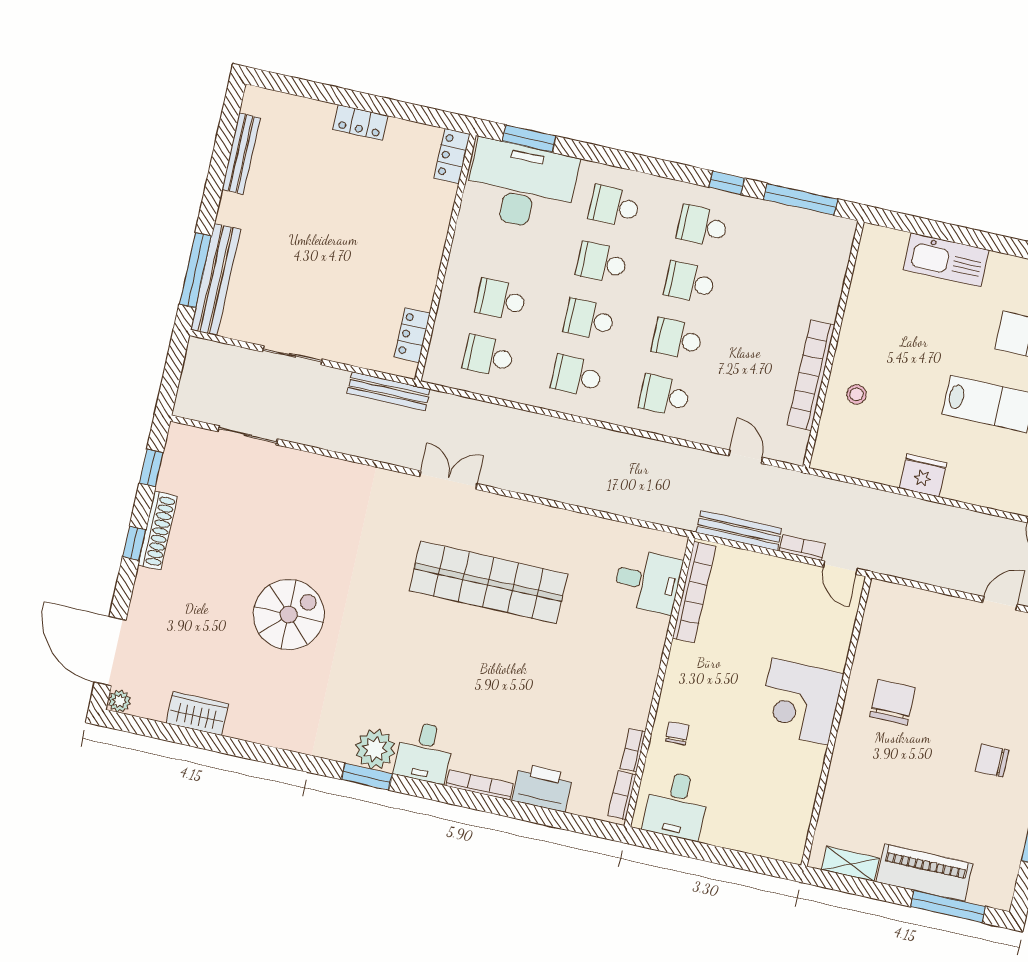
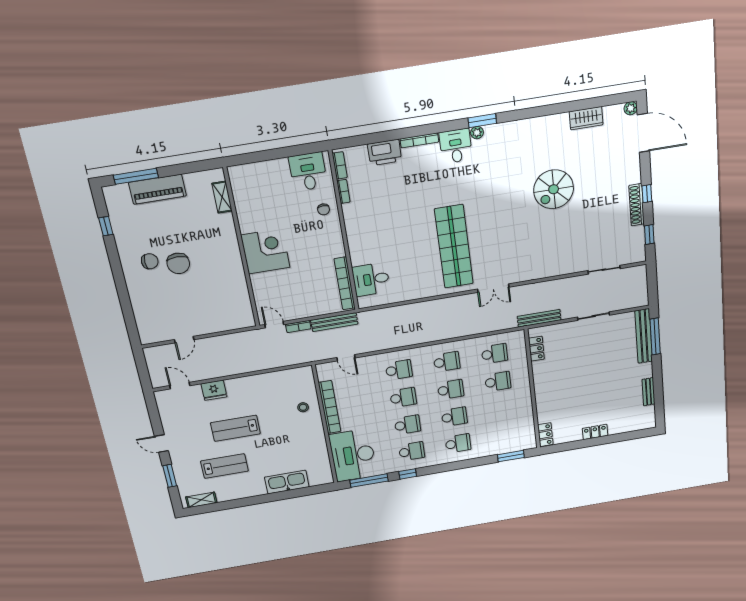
bench: (241, 154) -> (649, 392), width x0.73
desk: (521, 185) -> (353, 455), moved, turned 90
fridge: (923, 475) -> (214, 390), moved
shop shelf: (488, 582) -> (454, 247), turned 90
chair: (893, 702) -> (178, 263), moved
plant: (375, 749) -> (477, 133), width x0.53, depth x0.53
shelving: (850, 864) -> (222, 197), moved, turned 90

